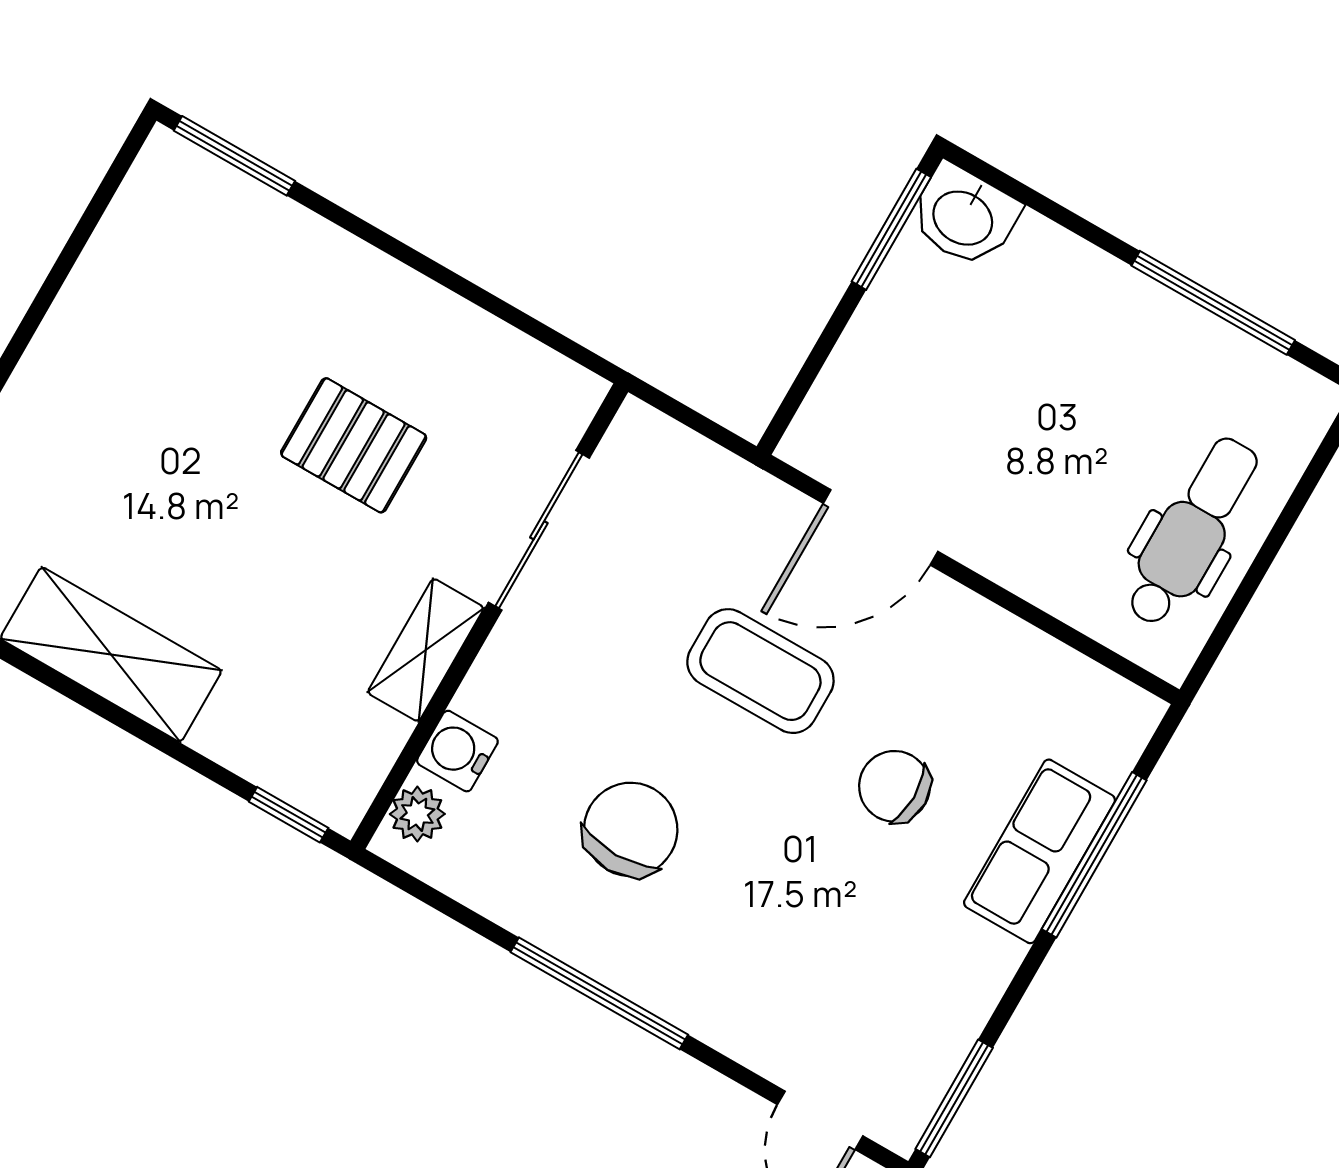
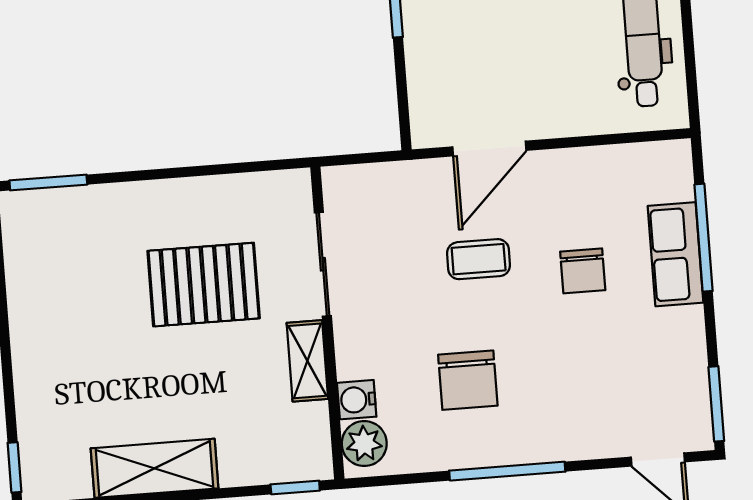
pallet: (354, 445) -> (204, 285), width x1.50, depth x1.42
coffee table: (760, 671) -> (479, 259), width x0.73, depth x0.77
chair: (895, 786) -> (583, 271), turned -90
plant: (417, 814) -> (364, 444), width x1.38, depth x1.38
chair: (631, 829) -> (468, 380), turned 180

